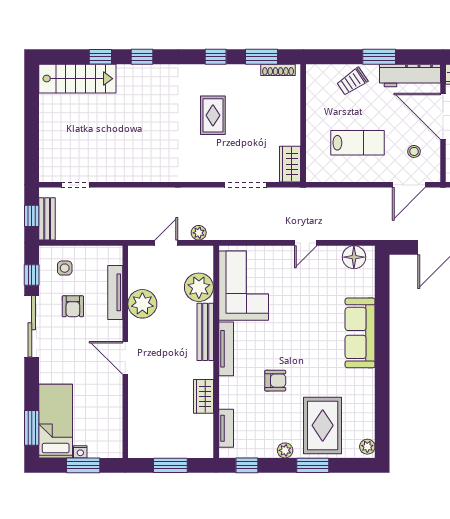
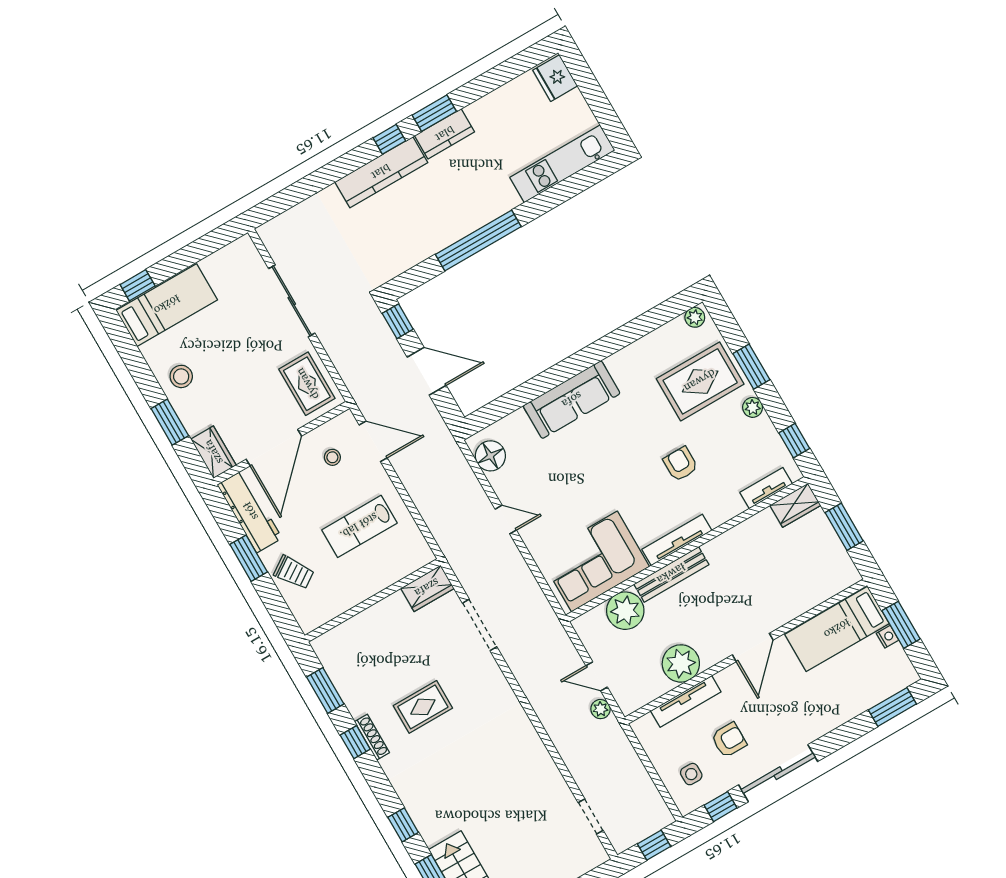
shoe rack: (278, 70) -> (372, 737), moved
lab bench: (358, 143) -> (359, 526), turned -90
bench: (47, 219) -> (647, 826), removed
plant: (199, 233) -> (600, 709), moved
wardrobe: (203, 396) -> (795, 505), moved
bed: (56, 421) -> (837, 629), moved

